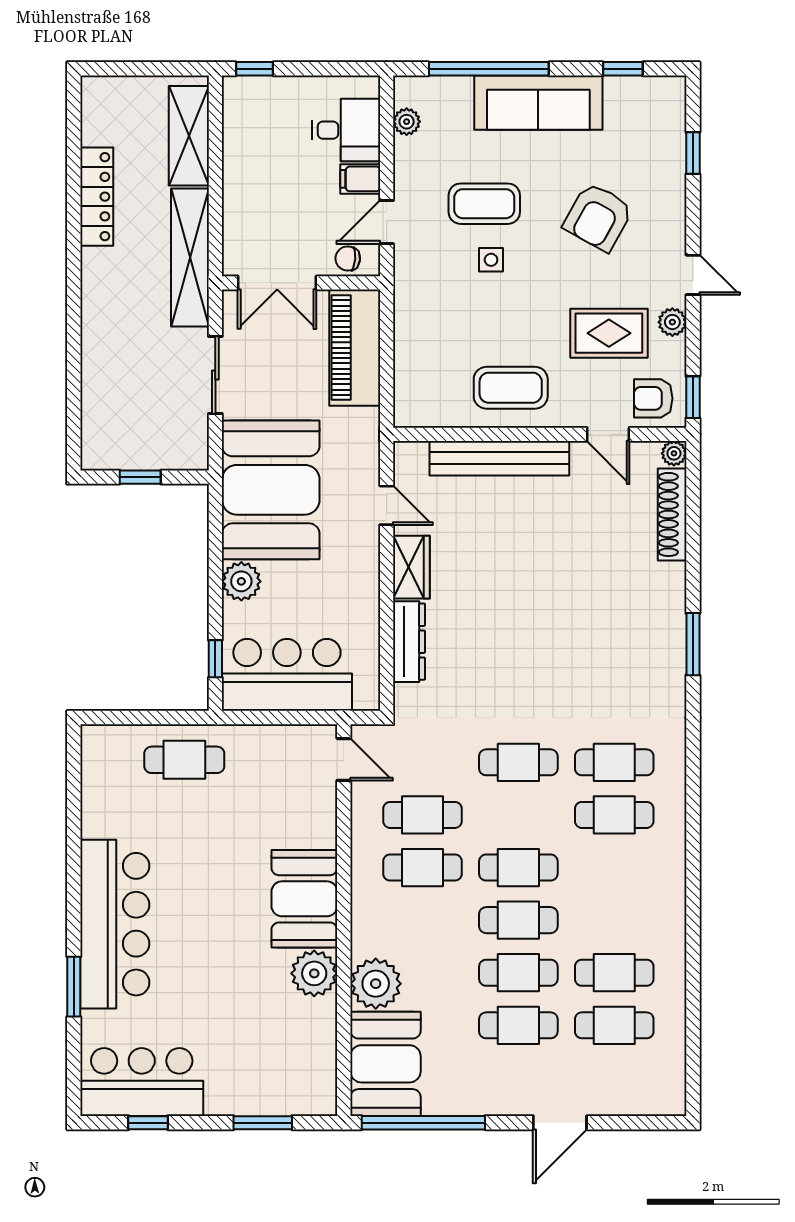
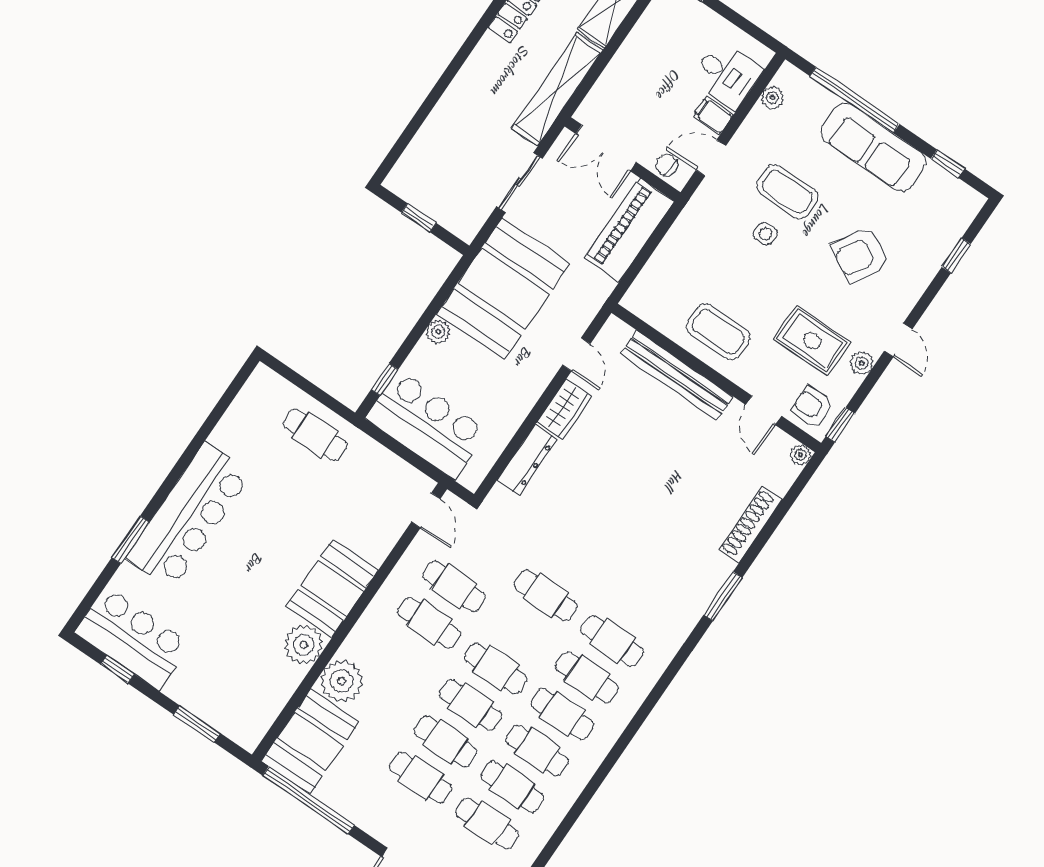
shoe rack: (672, 514) -> (751, 525), moved
plant: (241, 581) -> (438, 332), width x0.73, depth x0.73
cafe table: (614, 868) -> (562, 714), added
cafe table: (614, 920) -> (537, 750), added

